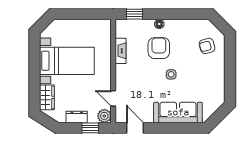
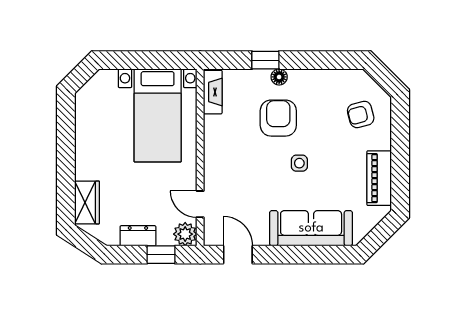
window: (135, 14) -> (265, 60), moved
fireplace: (120, 51) -> (213, 92), moved
bed with nightstands: (67, 61) -> (158, 115), moved, turned 90
piano: (218, 83) -> (379, 178), added

